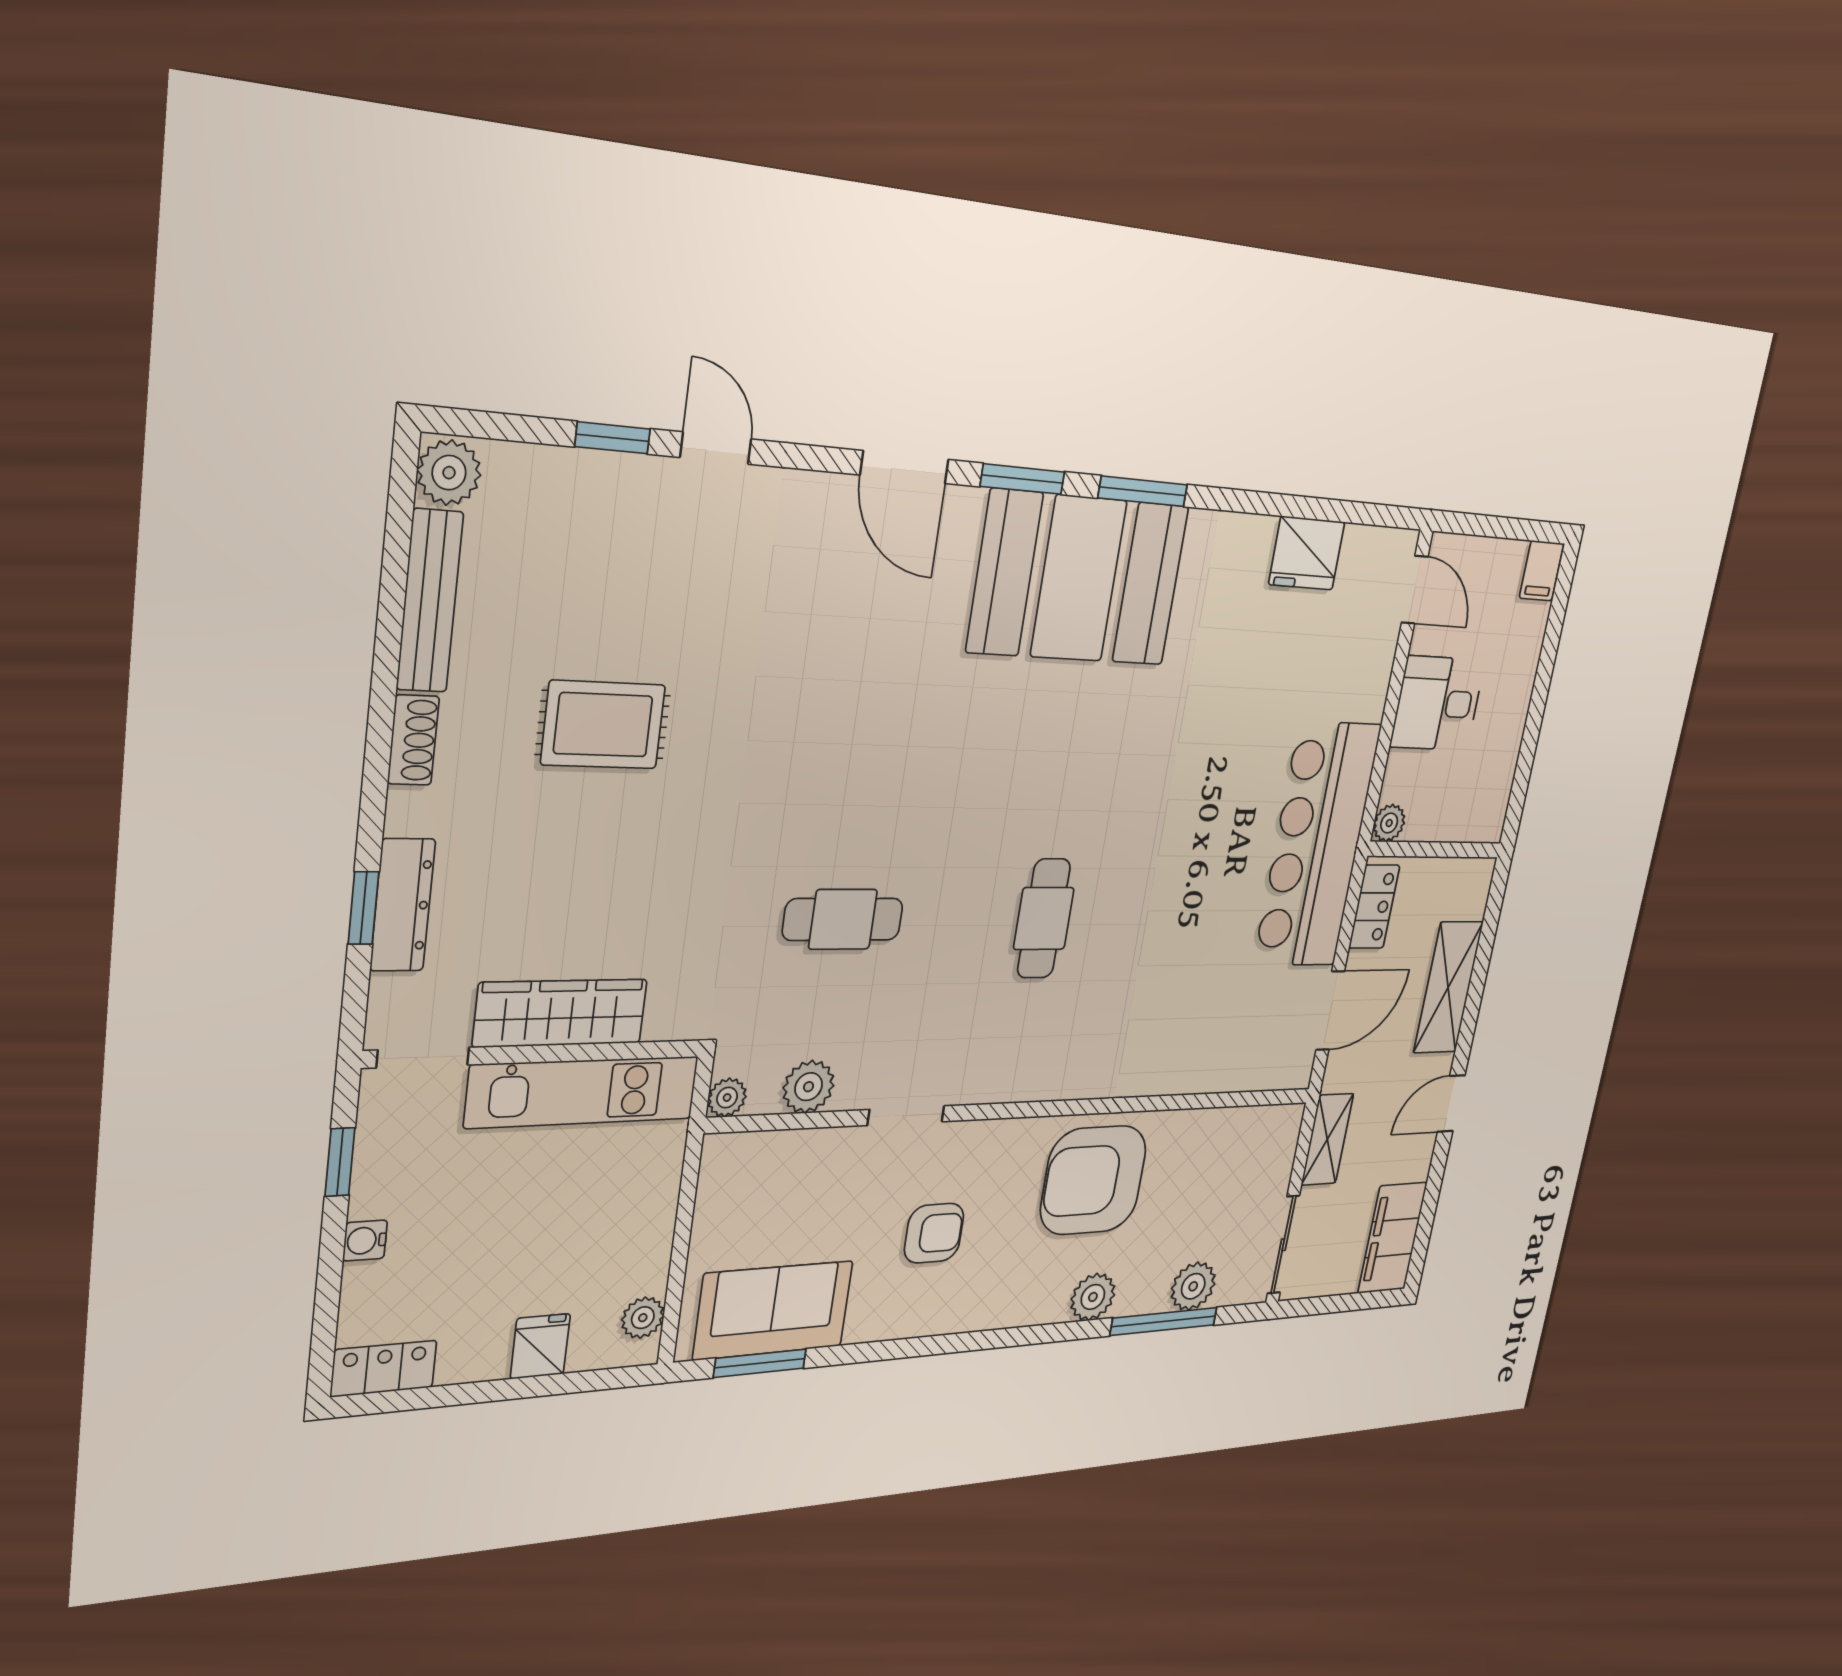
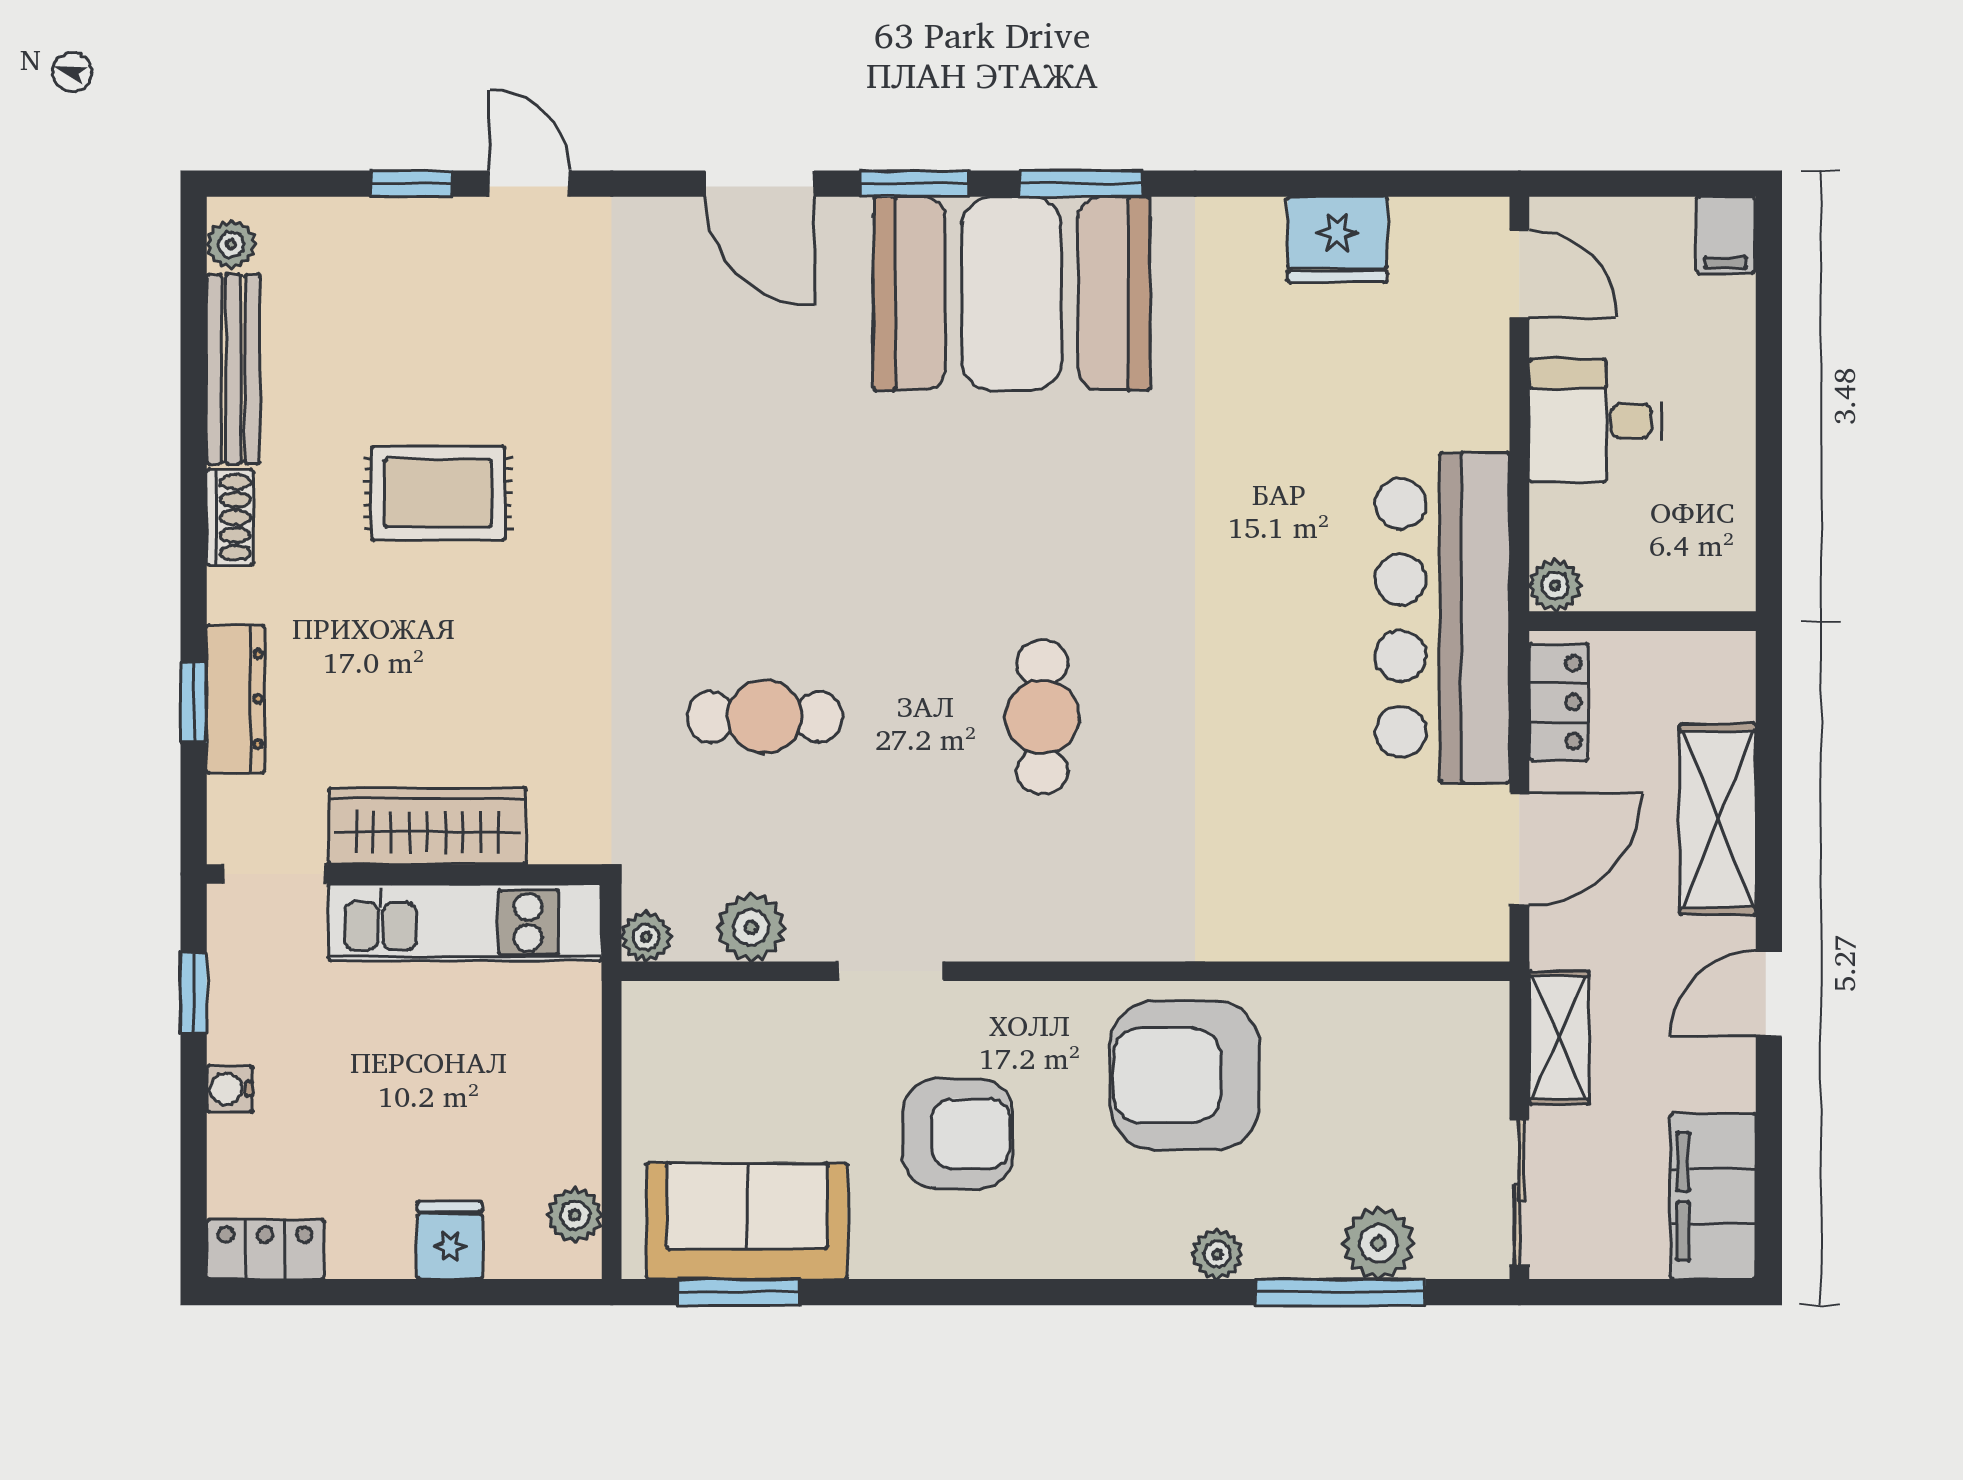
plant: (449, 473) -> (231, 244), width x0.73, depth x0.73
armchair: (934, 1233) -> (958, 1134), width x1.38, depth x1.38
plant: (1093, 1297) -> (1217, 1254), width x0.73, depth x0.73

